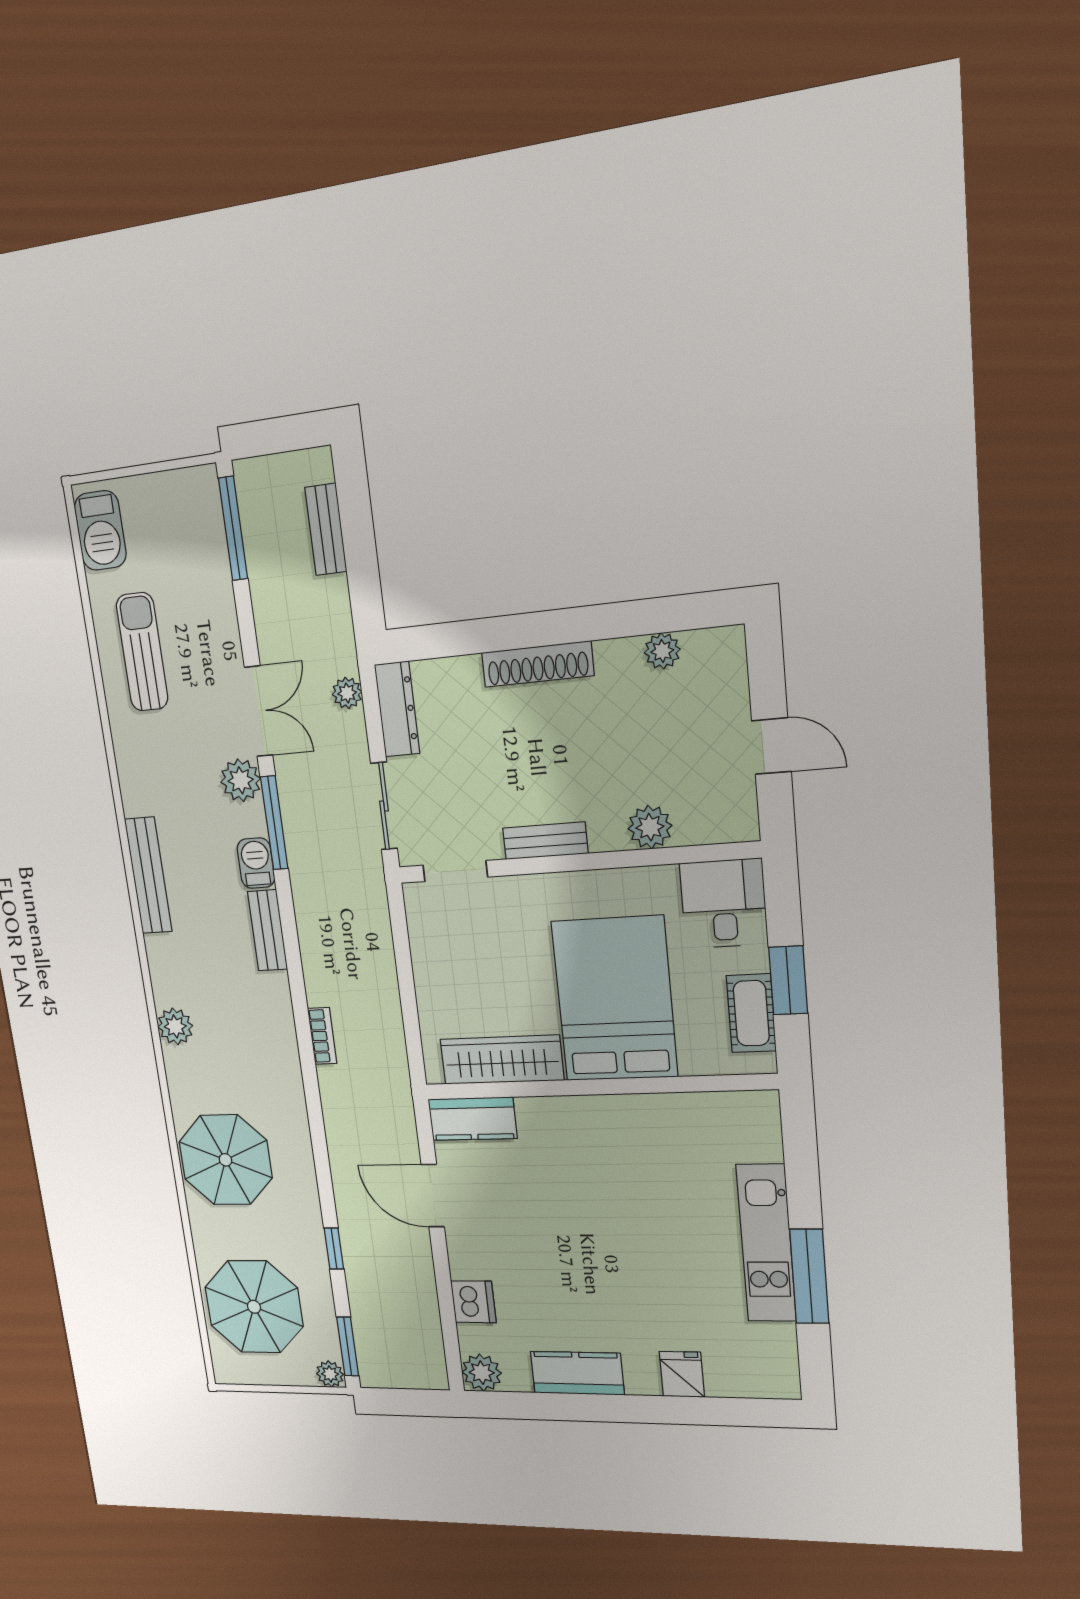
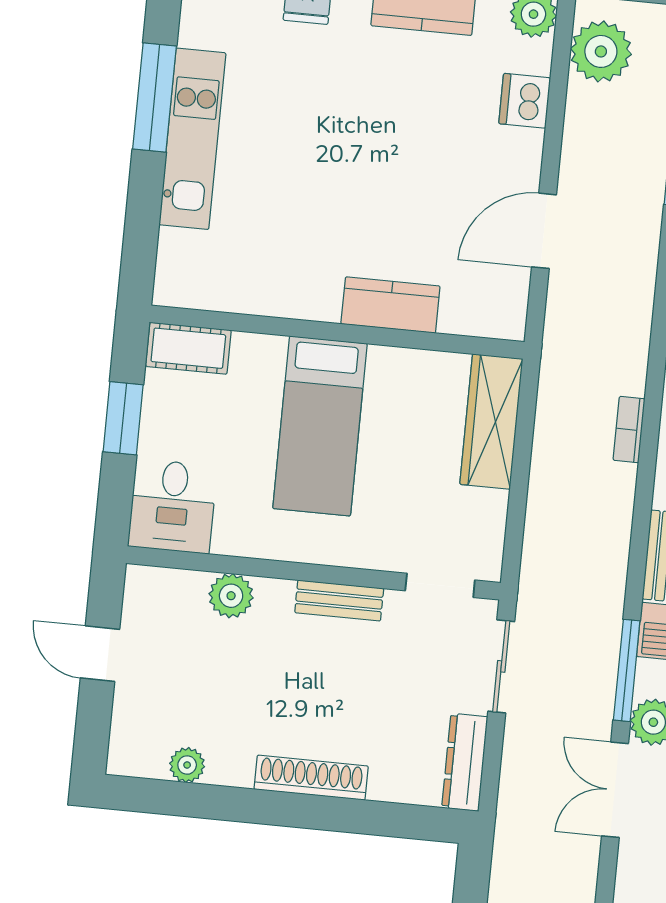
plant: (347, 693) -> (601, 51), moved, width x1.87, depth x1.87
bed: (615, 999) -> (320, 426), width x0.67
cot: (751, 1013) -> (188, 348), moved, turned 90
wardrobe: (502, 1060) -> (491, 422), moved, turned 90
kitchen counter: (472, 1119) -> (390, 305), moved
door: (433, 1196) -> (544, 231), swing flipped

